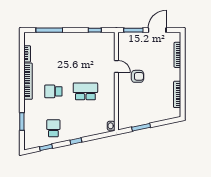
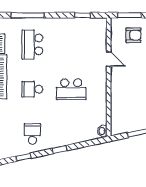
school desk: (53, 54) -> (32, 45), added
armchair: (137, 76) -> (133, 35), moved
school desk: (85, 91) -> (71, 89), turned 180

